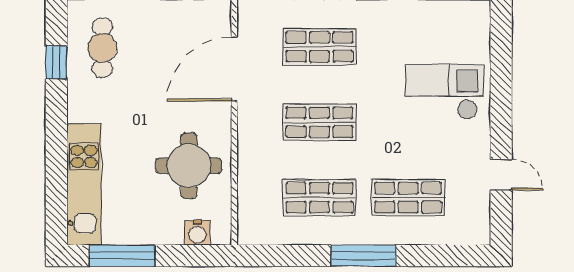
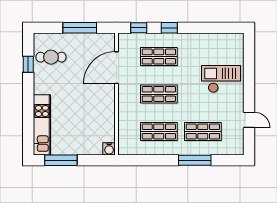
cafe table: (102, 48) -> (51, 57), turned 90
round table: (189, 166) -> (94, 116), removed
water cooler: (197, 233) -> (109, 149), moved
window: (364, 256) -> (195, 160), moved

